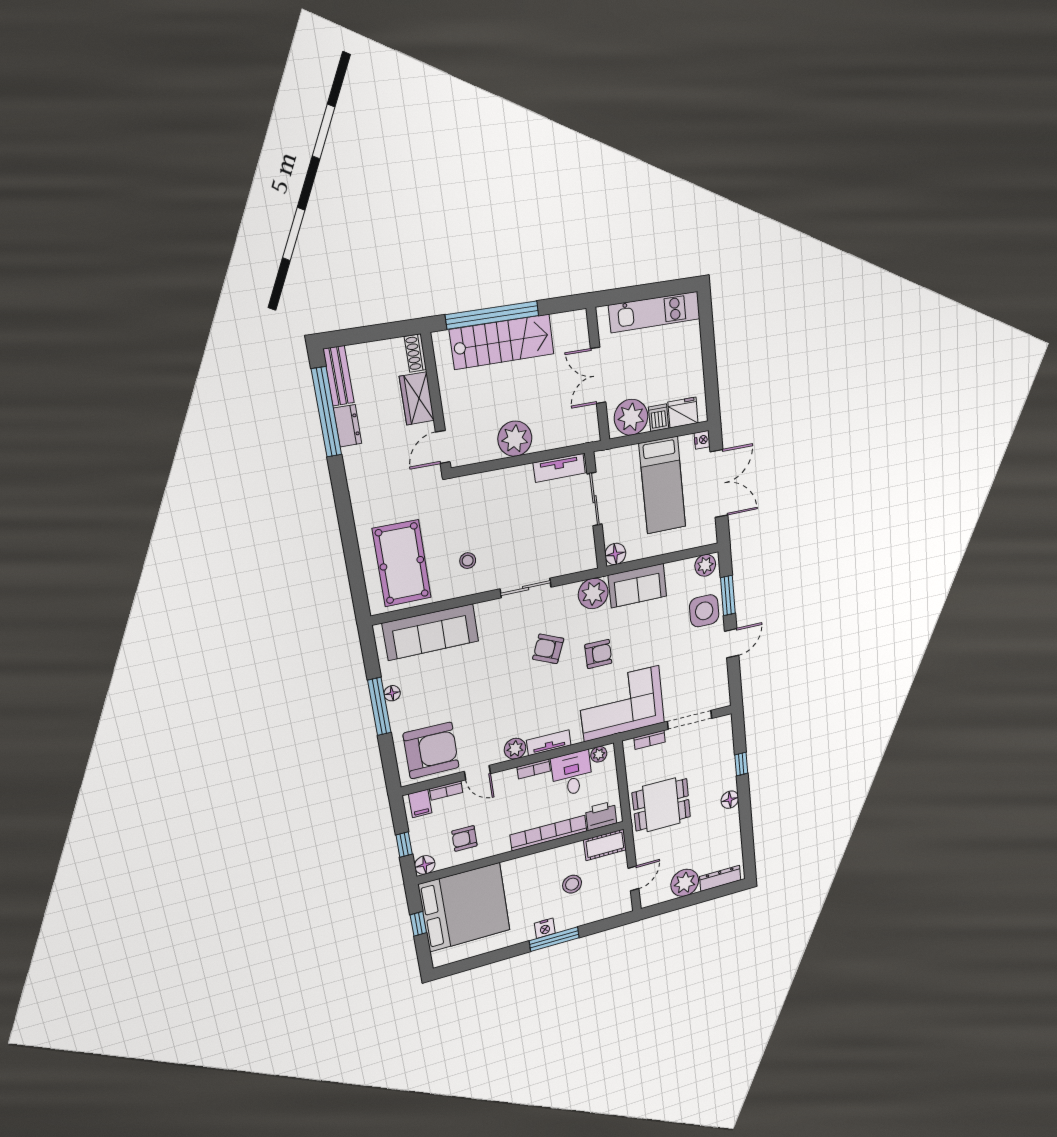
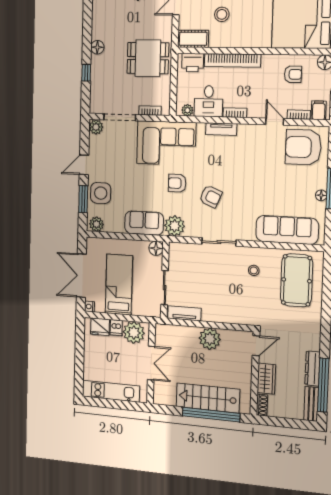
dresser: (348, 426) -> (312, 368), width x1.44
plant: (515, 749) -> (96, 127), moved

